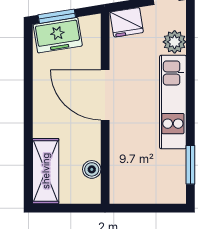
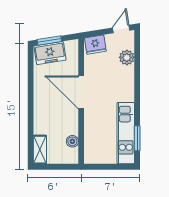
kitchen unit: (173, 102) -> (126, 133), moved
shelving: (46, 171) -> (40, 150), width x0.67, depth x0.75

